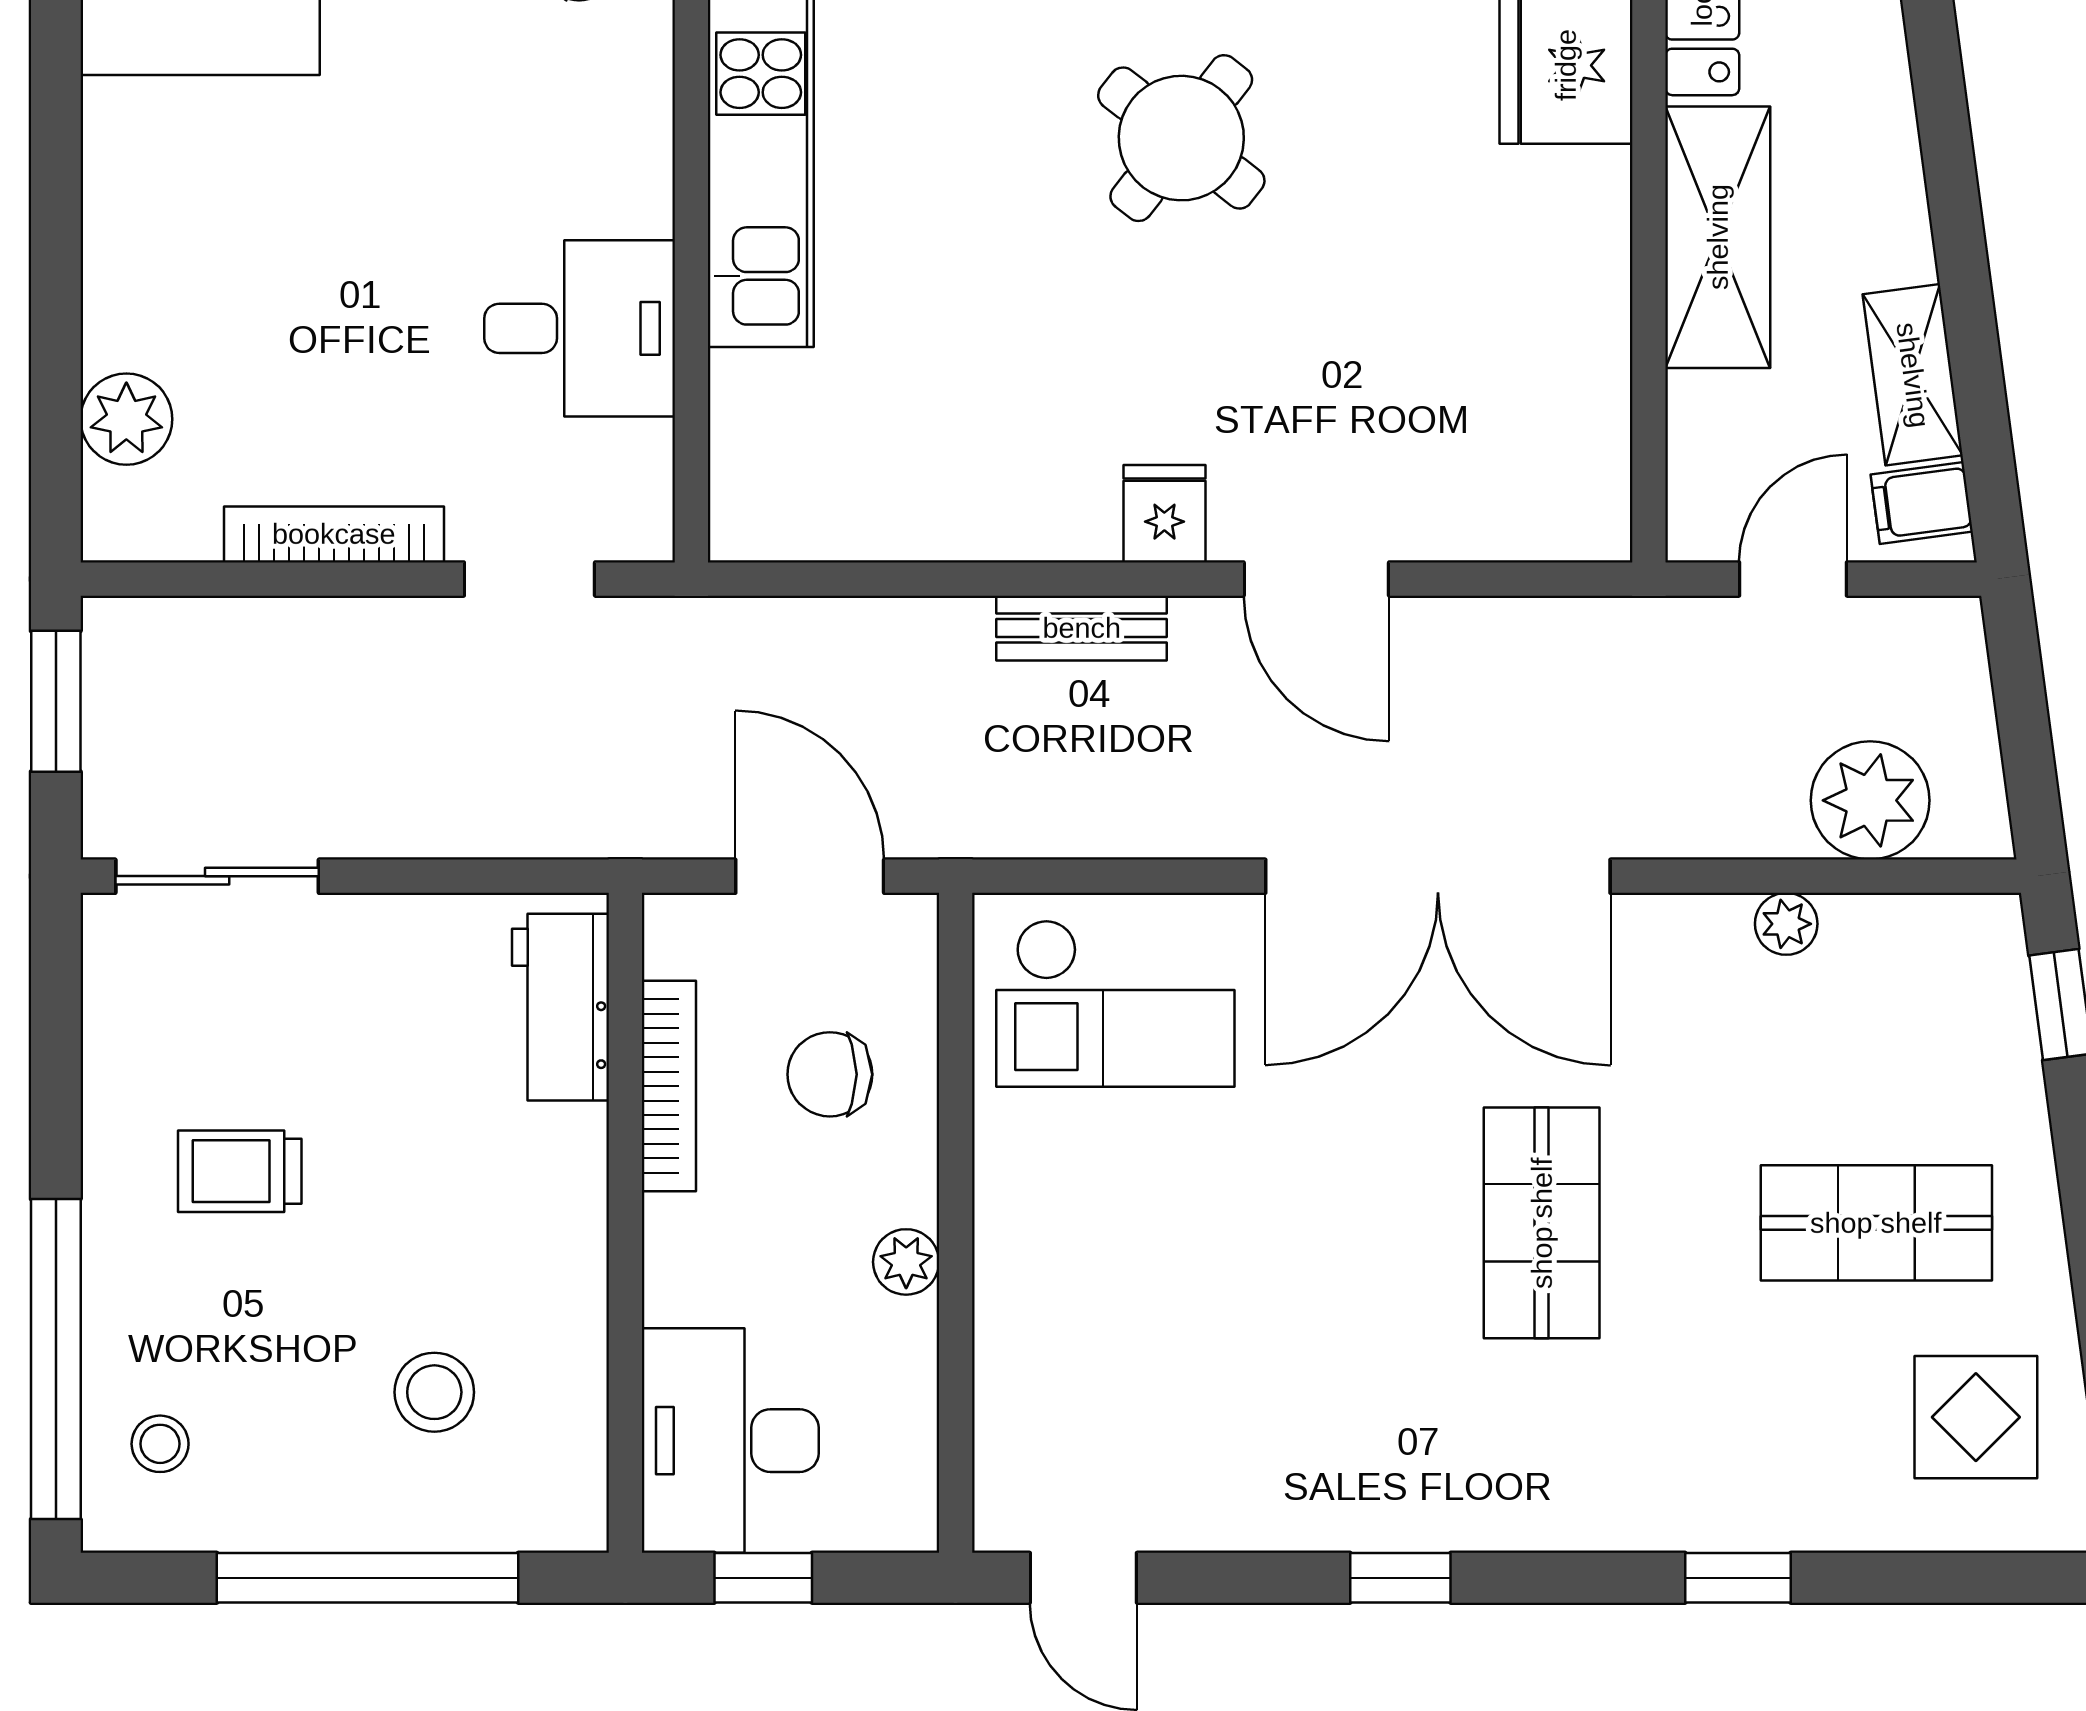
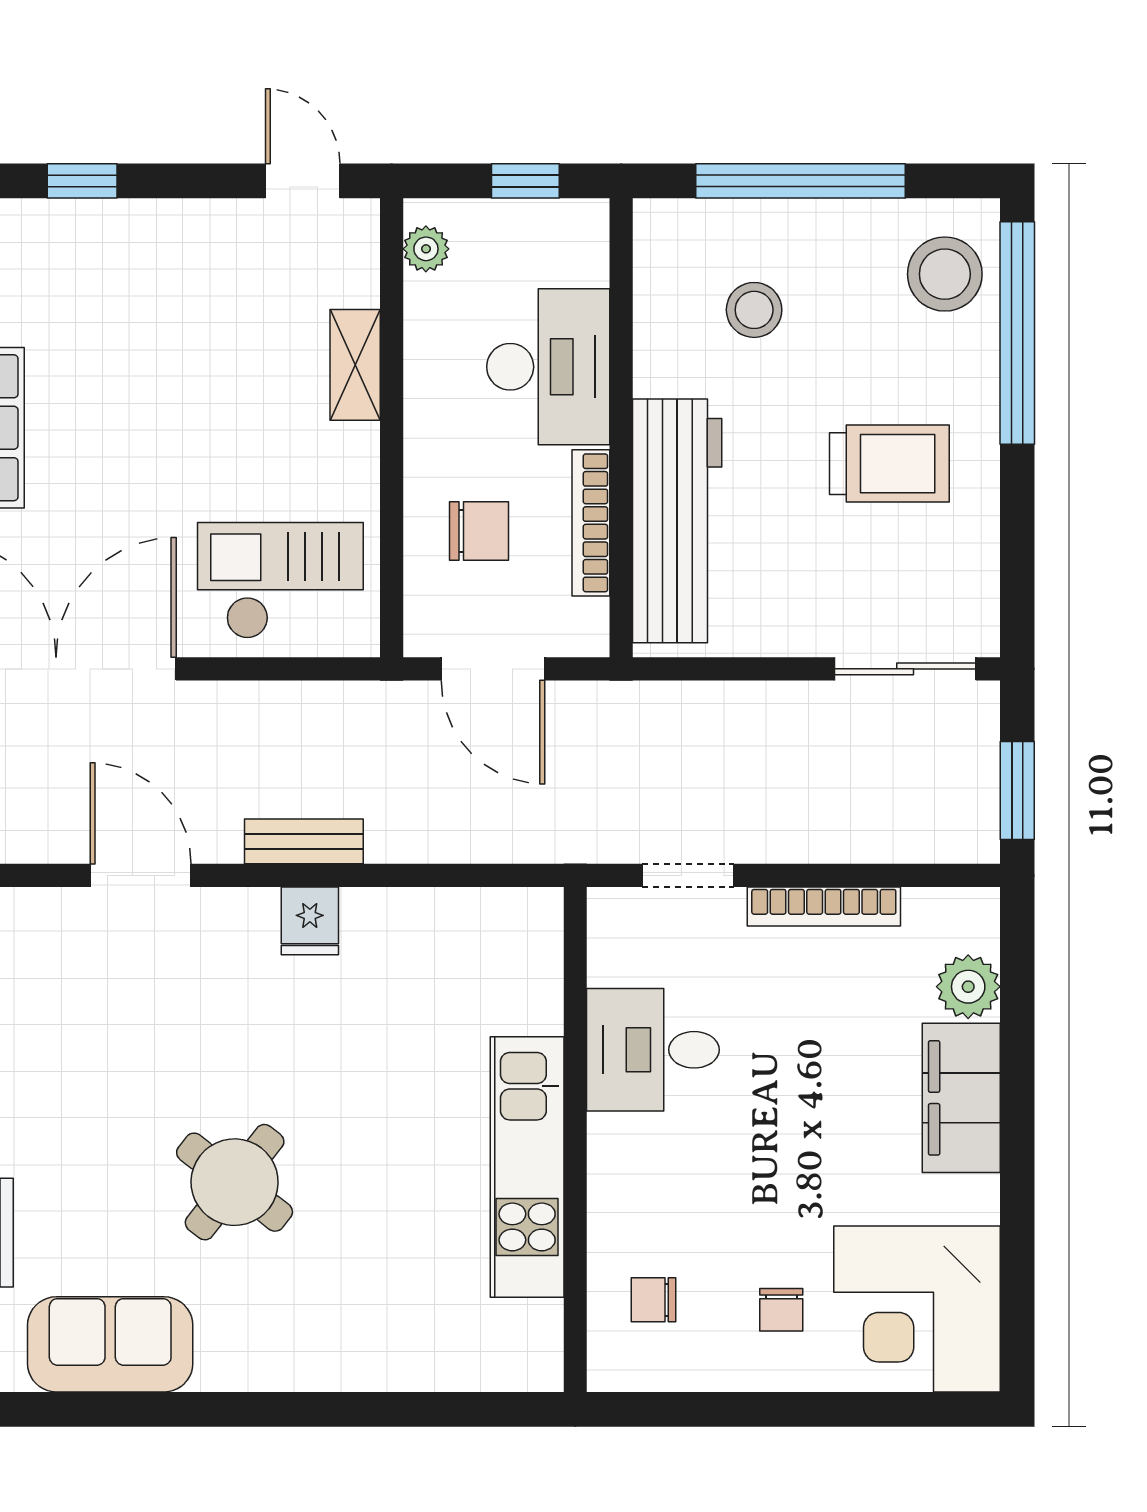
filing cabinet: (136, 259) -> (961, 1098), added
fridge: (1164, 514) -> (310, 921), moved
workbench: (561, 1007) -> (677, 521), width x1.88, depth x1.32
trolley: (240, 1171) -> (889, 464), width x1.36, depth x1.39
plant: (906, 1262) -> (426, 249), moved
shelving: (1008, 1313) -> (355, 365), added
desk: (730, 1441) -> (548, 367), moved
stool: (160, 1444) -> (945, 274), width x1.89, depth x1.89

